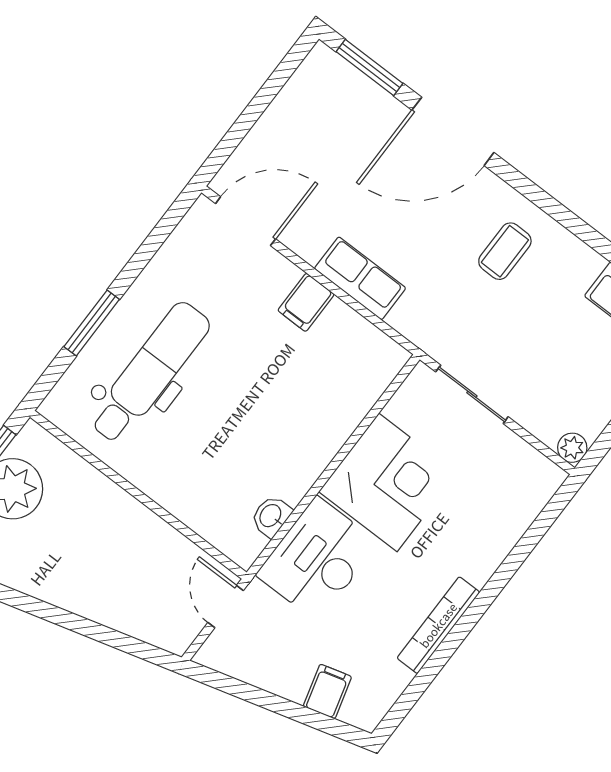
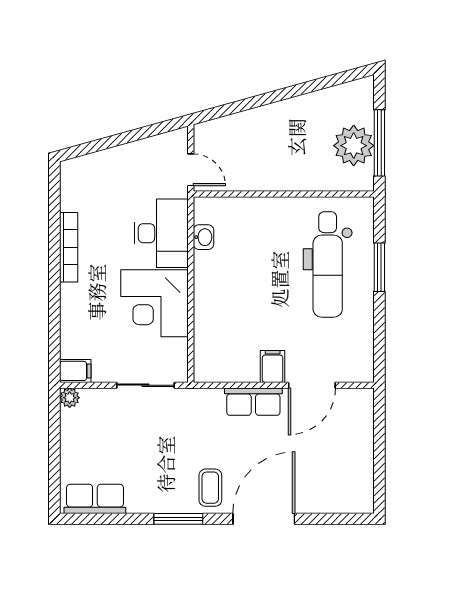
window: (370, 68) -> (178, 519), moved
door: (246, 221) -> (312, 385), moved
coffee table: (505, 251) -> (210, 488), moved
filing cabinet: (327, 691) -> (75, 371), moved, turned -75

